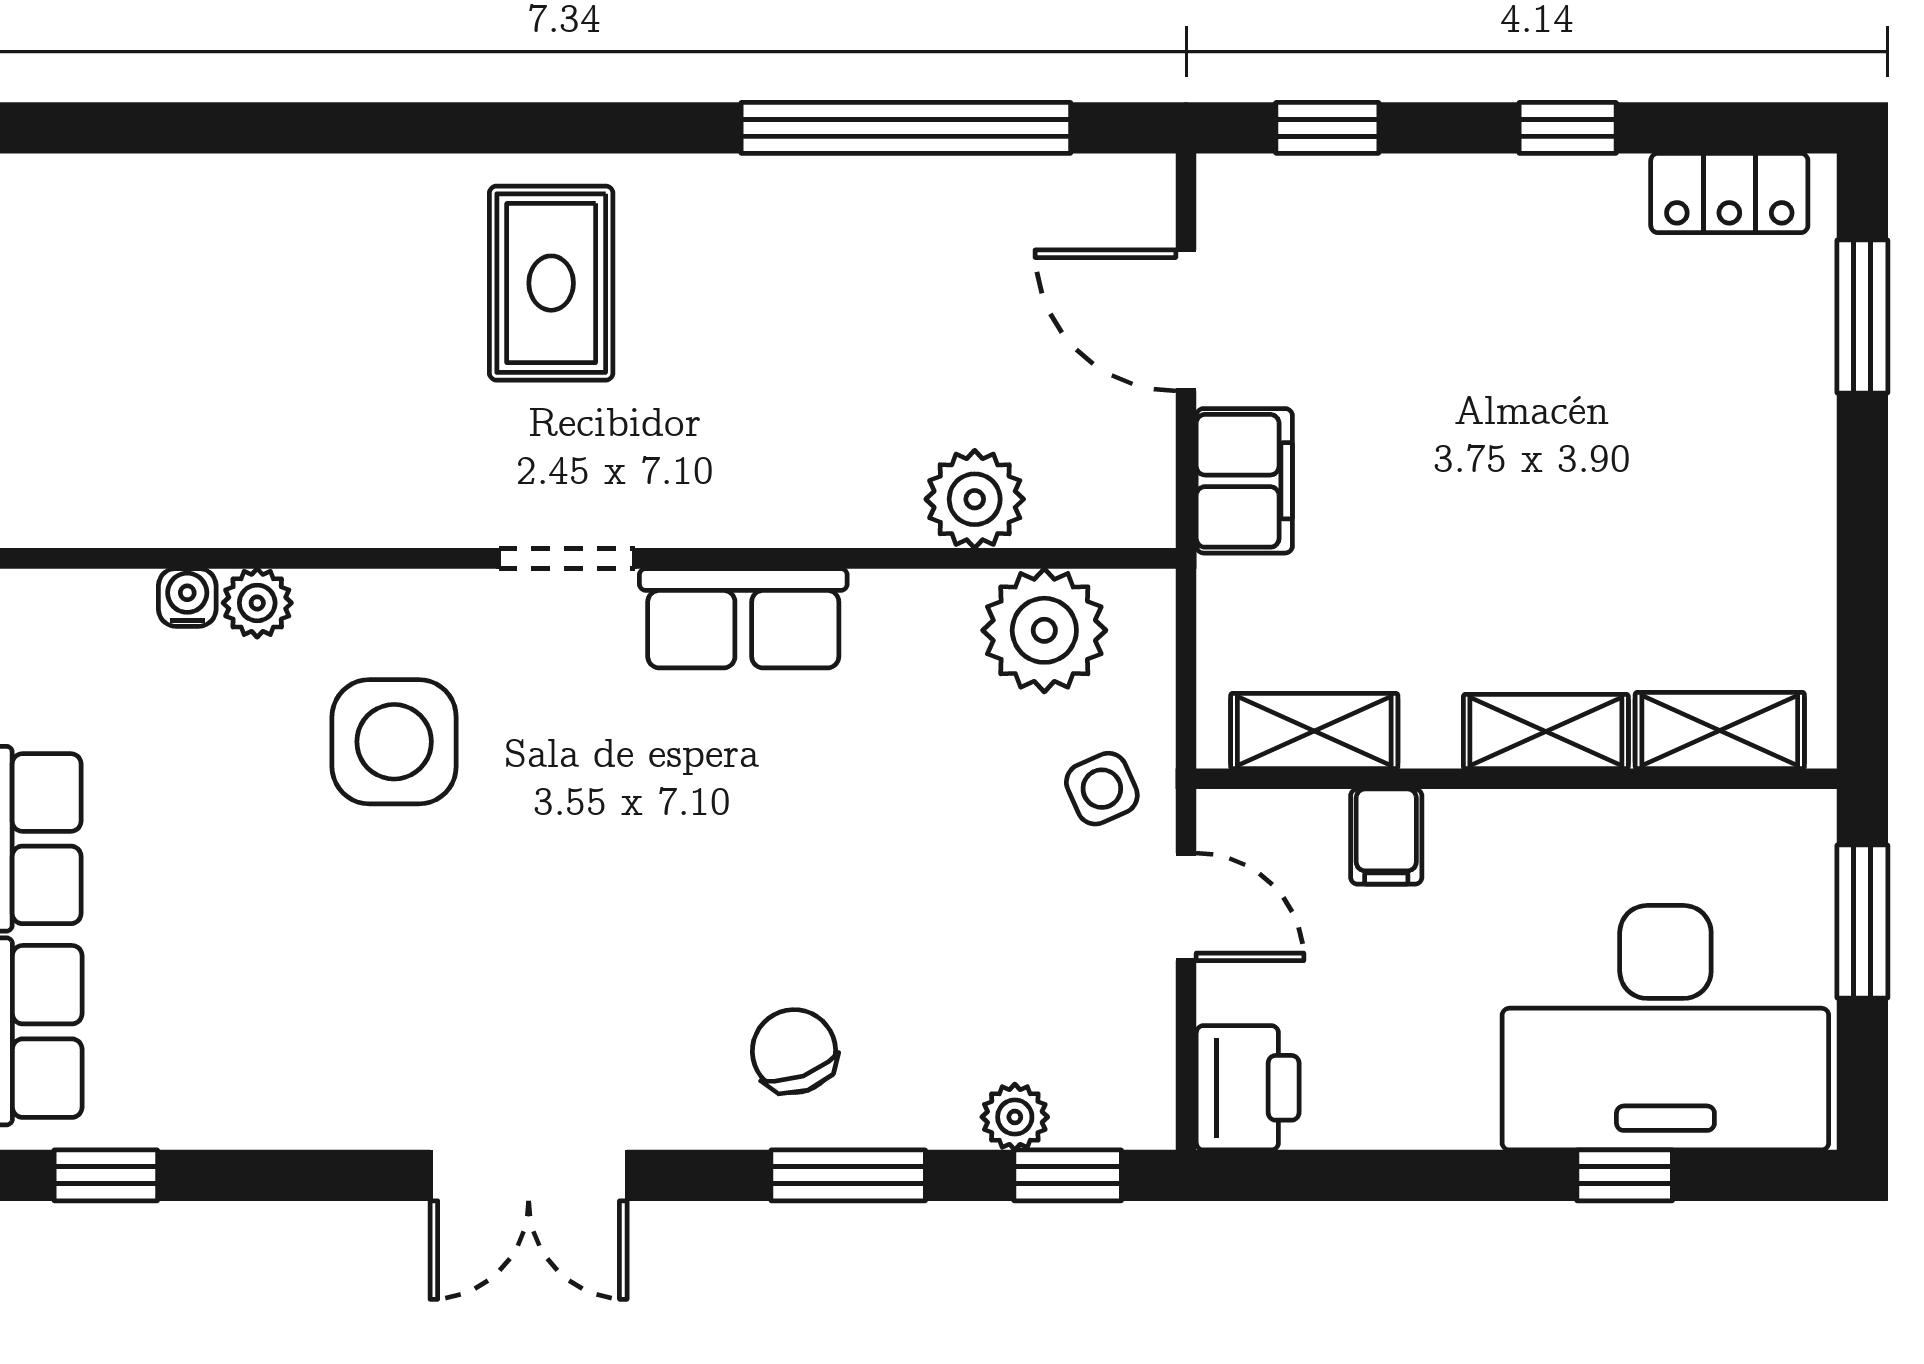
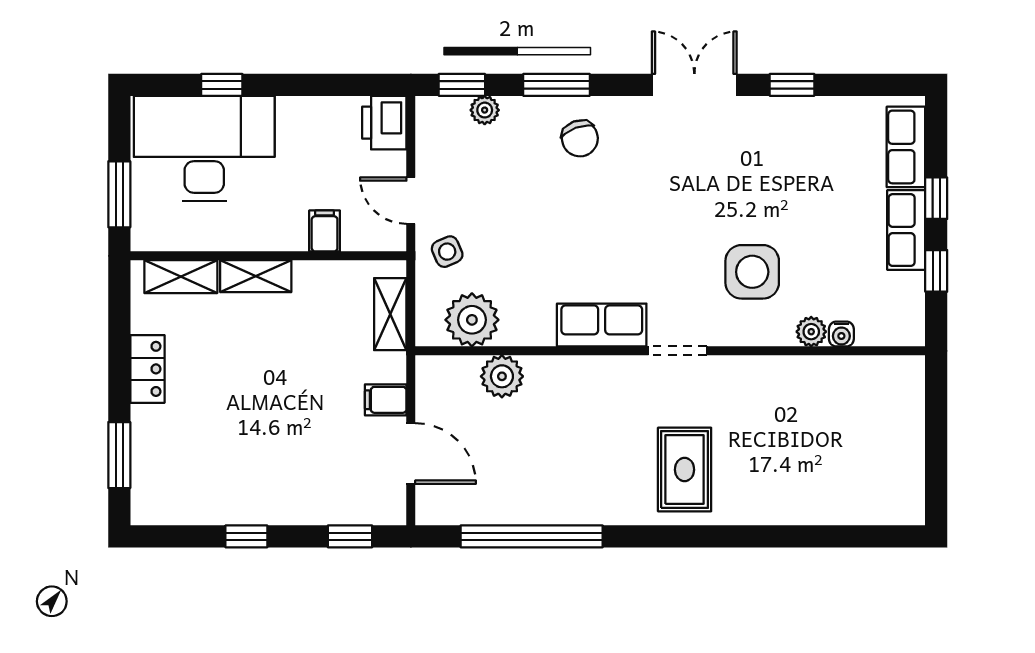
locker: (1729, 193) -> (147, 369), moved, turned 90
filing cabinet: (1244, 481) -> (386, 400), width x0.50
shelving: (1314, 731) -> (390, 314), moved, turned 90
window: (106, 1175) -> (792, 85), moved

